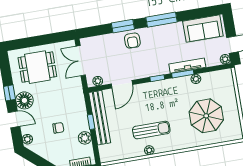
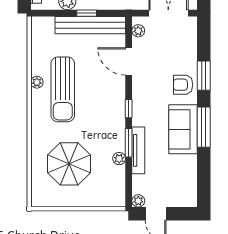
sofa: (203, 29) -> (183, 129), moved
sun lounger: (151, 130) -> (63, 89), width x1.36, depth x1.34

